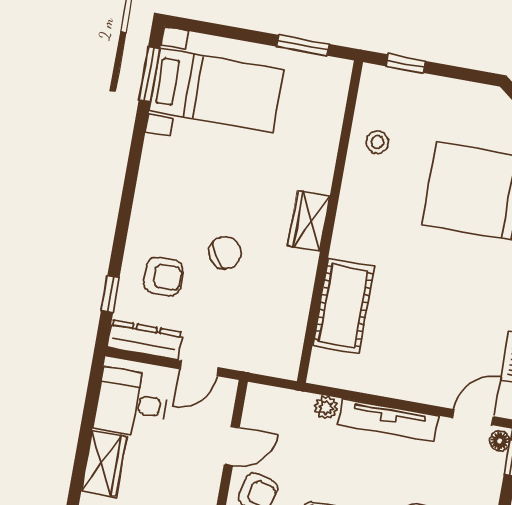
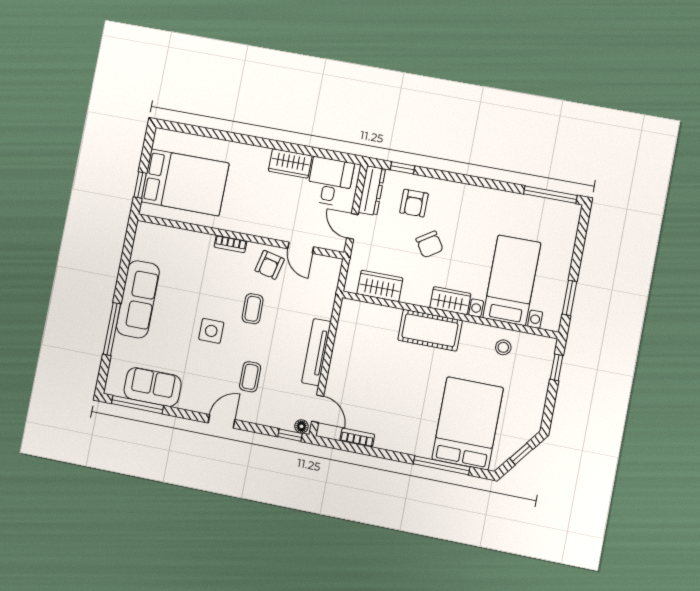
window: (149, 74) -> (550, 195), width x1.44
bed with nightstands: (217, 90) -> (512, 280), moved, turned 180
cot: (343, 306) -> (430, 330), moved
wardrobe: (288, 326) -> (380, 286), added
plant: (326, 408) -> (325, 311), removed

